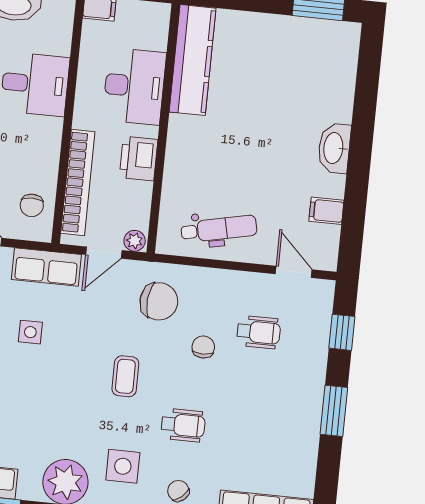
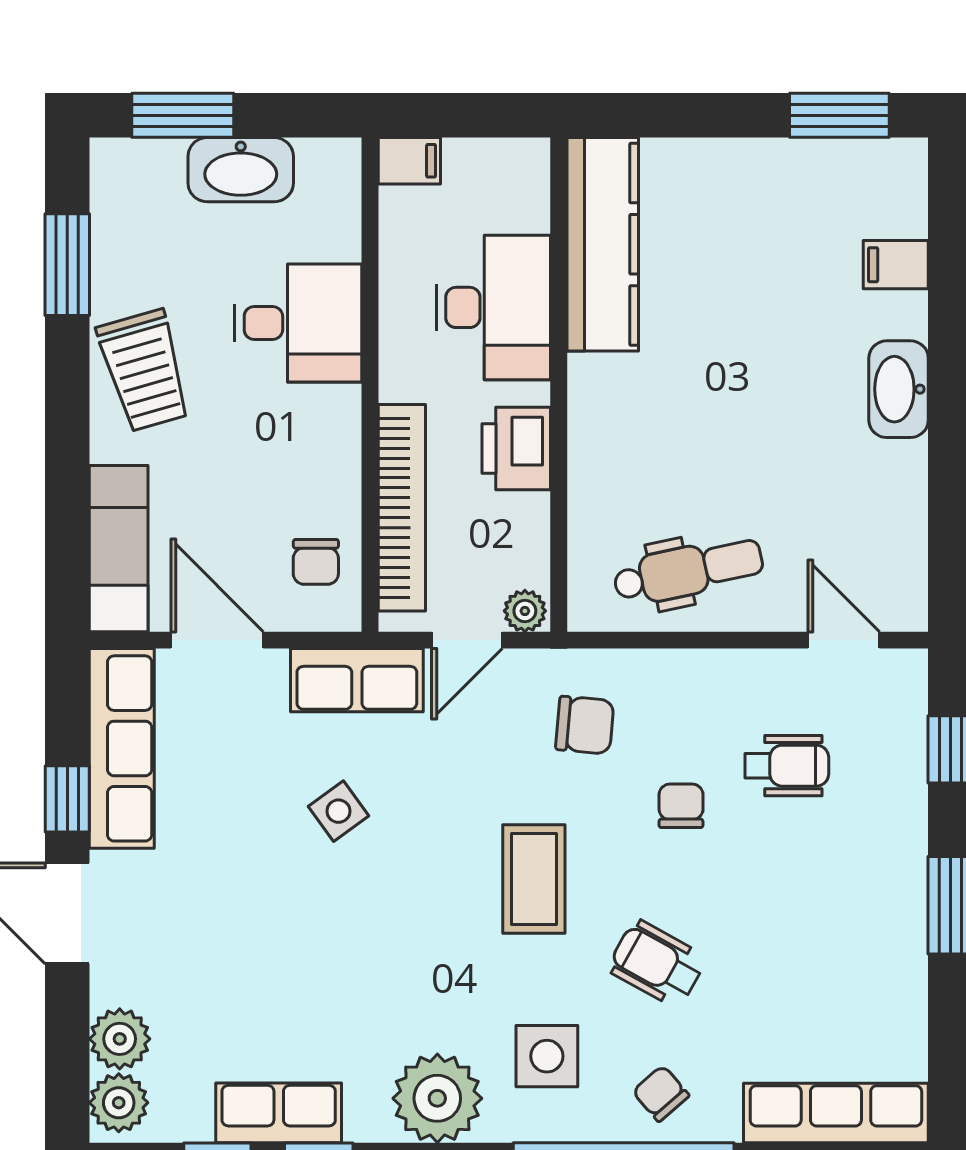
filing cabinet: (326, 211) -> (896, 265), moved
chair: (159, 301) -> (585, 725), width x0.73, depth x0.73
side table: (30, 332) -> (338, 811), turned -36
coffee table: (125, 376) -> (534, 879), width x1.36, depth x1.30
wheelchair: (183, 425) -> (657, 963), turned -151

